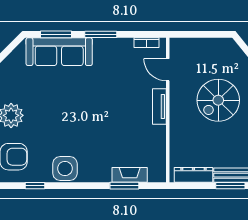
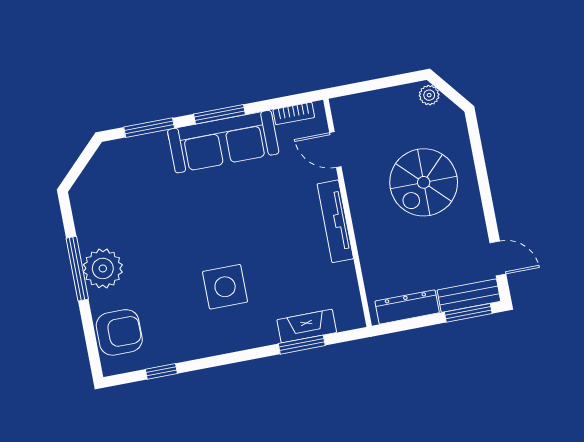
plant: (232, 47) -> (429, 95), added
sofa: (59, 52) -> (223, 142), moved
tv unit: (159, 106) -> (335, 221), width x1.41
side table: (65, 168) -> (225, 287), moved

